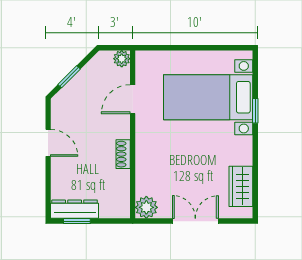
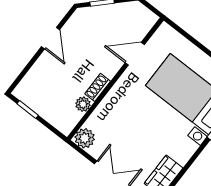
plant: (122, 59) -> (83, 104), moved
dresser: (75, 209) -> (33, 100), removed

